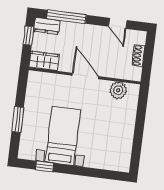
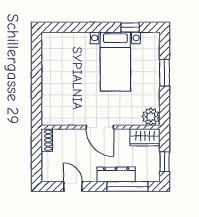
dresser: (47, 26) -> (116, 174), moved, width x1.44
shoe rack: (139, 56) -> (47, 140), moved
plant: (118, 90) -> (151, 117), moved

